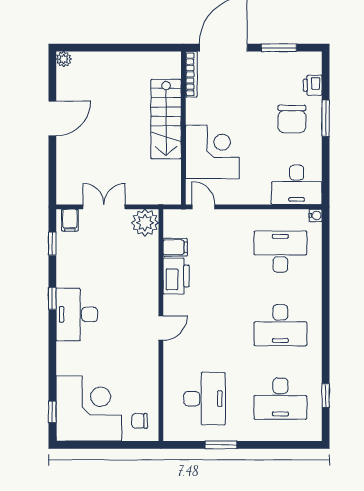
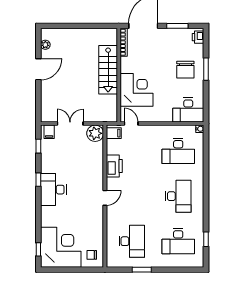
plant: (64, 59) -> (45, 45), moved
printer: (313, 85) -> (198, 37), moved
filing cabinet: (175, 247) -> (114, 133), moved
desk: (280, 252) -> (178, 151), turned 180
desk: (280, 325) -> (178, 196), turned -90

